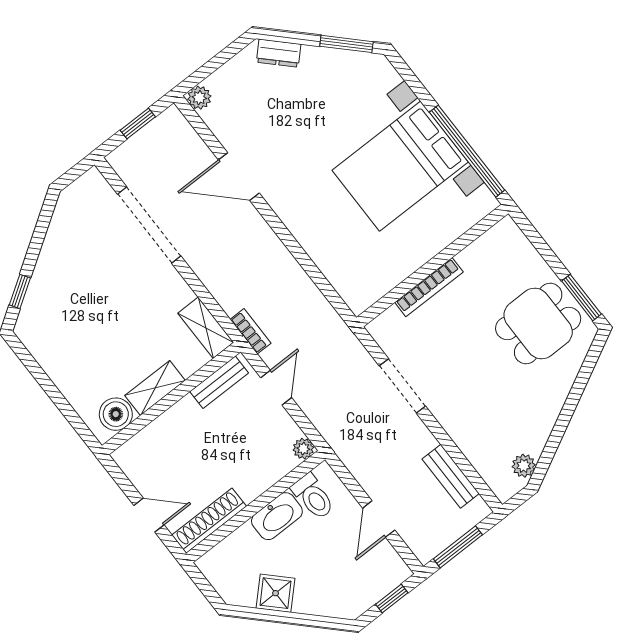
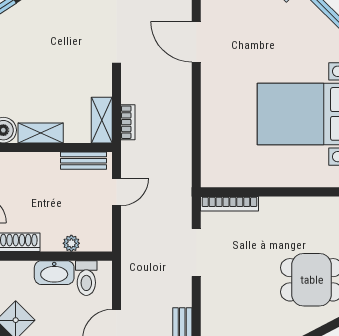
bookcase: (429, 287) -> (229, 204), moved
bookcase: (250, 331) -> (128, 122), moved
plant: (303, 449) -> (71, 243), moved

